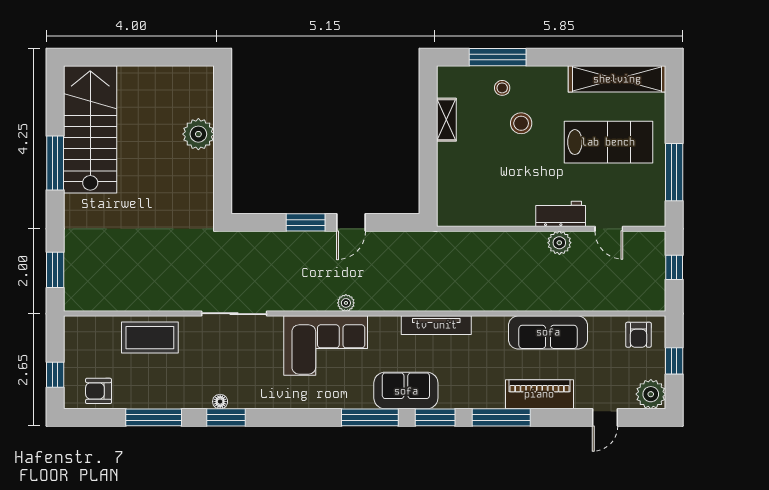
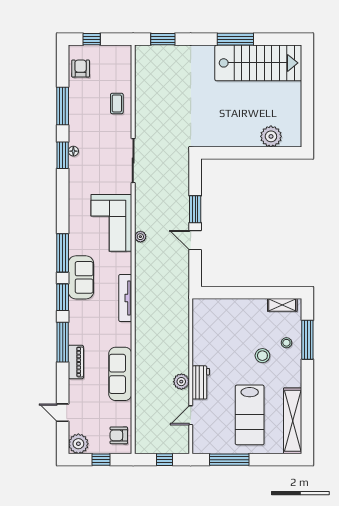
shelving: (446, 120) -> (282, 305), moved
plant: (198, 134) -> (271, 136), moved
coffee table: (150, 338) -> (117, 103), width x0.54, depth x0.58
piano: (539, 394) -> (76, 362), width x0.73, depth x0.75

